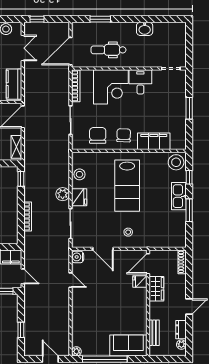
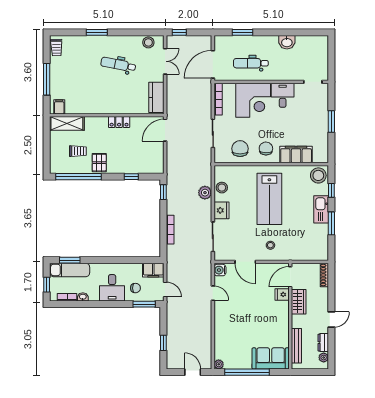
shelving: (16, 147) -> (159, 160), removed
plant: (63, 194) -> (205, 193), moved
bench: (154, 333) -> (296, 346), width x1.36

